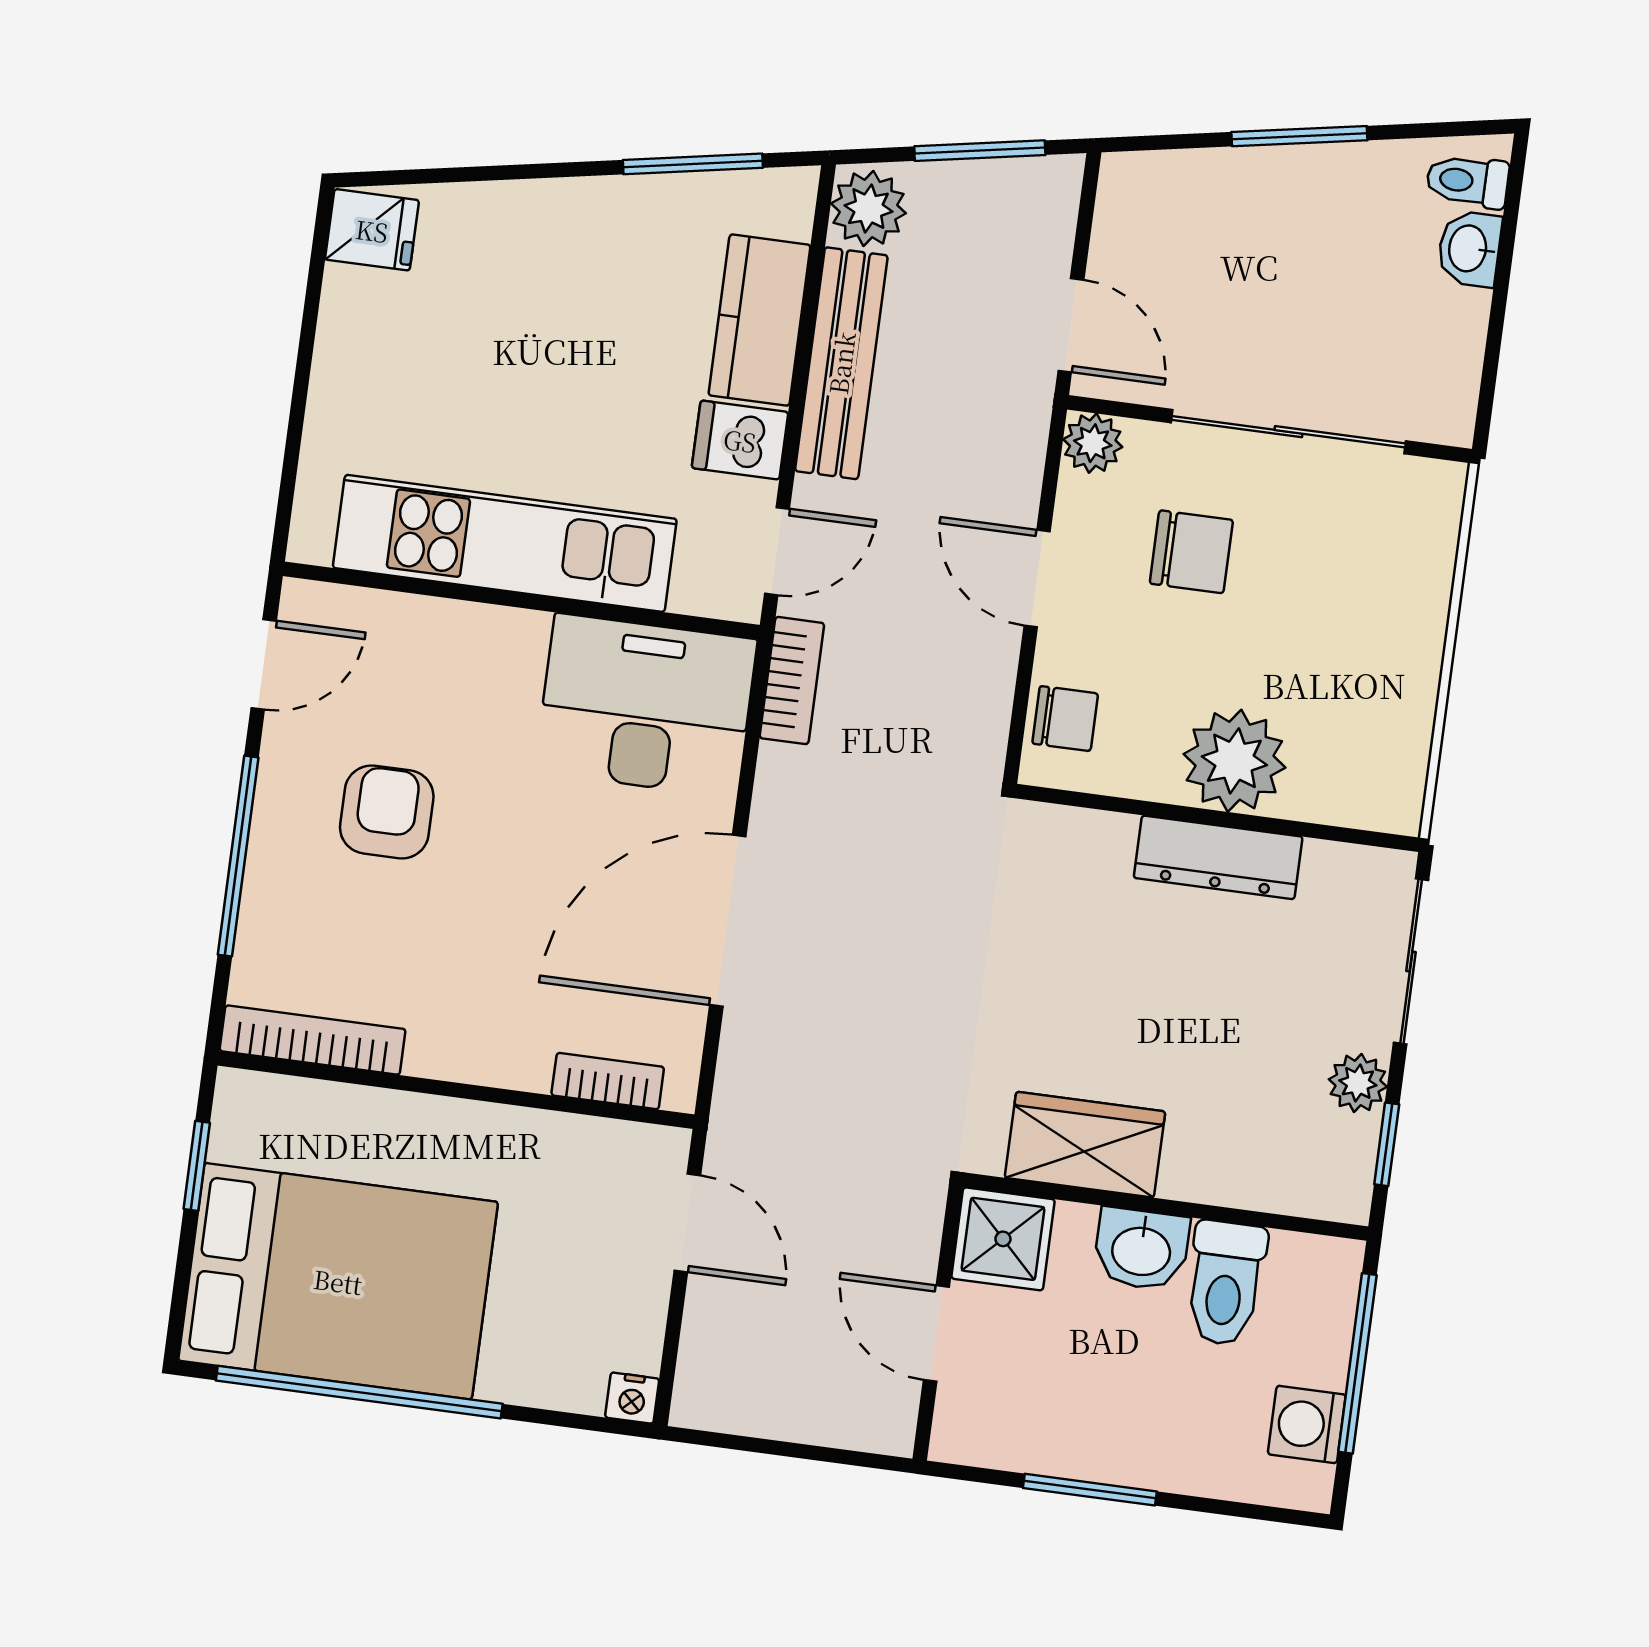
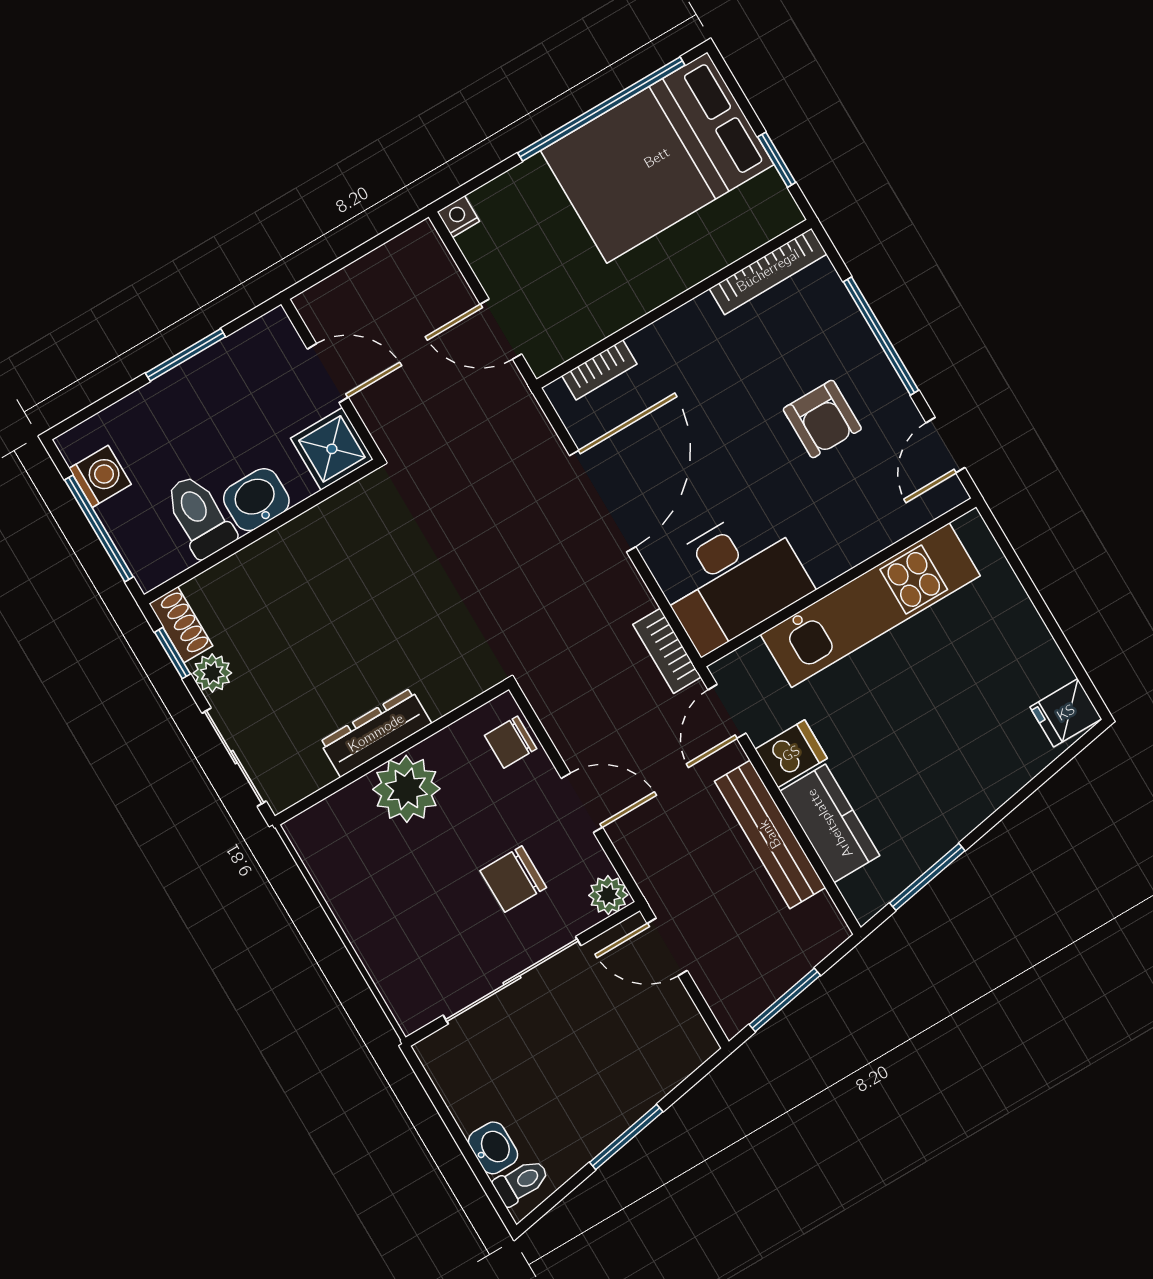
plant: (868, 208) -> (819, 925), removed
wardrobe: (1085, 1145) -> (328, 531), removed
shoe rack: (1350, 1171) -> (181, 625), added

